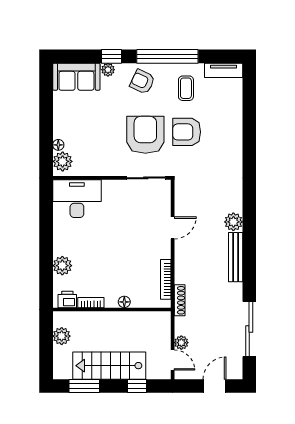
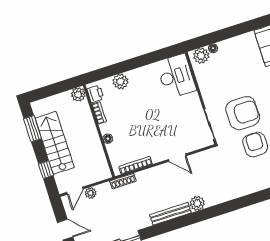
plant: (62, 336) -> (78, 95), moved

